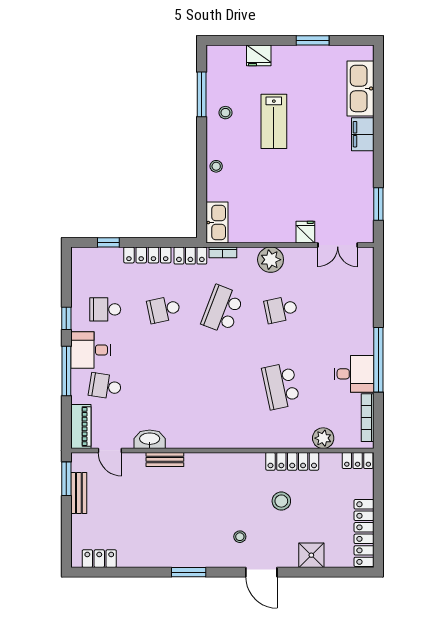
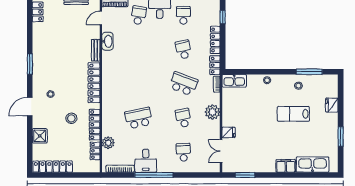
school desk: (340, 309) -> (183, 152), added
locker: (358, 460) -> (95, 151), moved
locker: (220, 462) -> (94, 83), added

